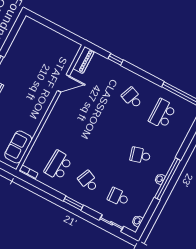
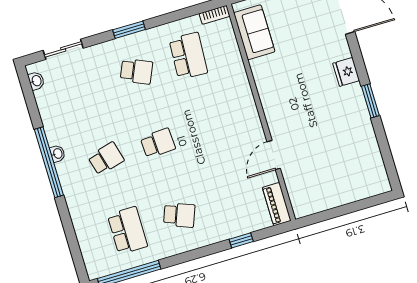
school desk: (118, 197) -> (158, 143), moved

